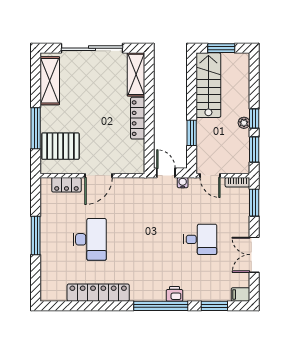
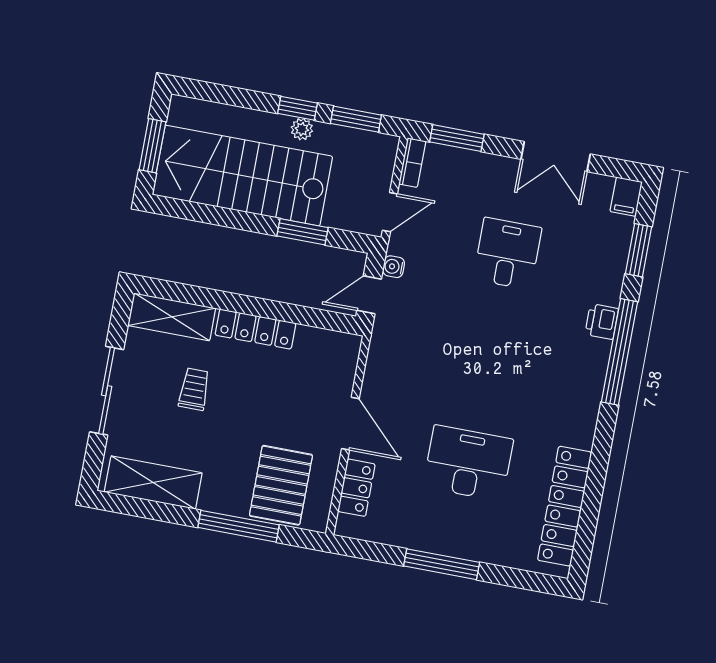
sliding door: (92, 48) -> (107, 391), width x0.73
stairs: (208, 85) -> (242, 176), width x1.36, depth x1.51
trolley: (101, 93) -> (194, 389), added
locker: (98, 293) -> (565, 506), moved

